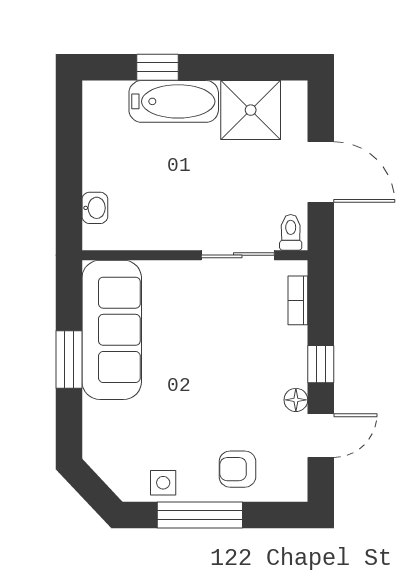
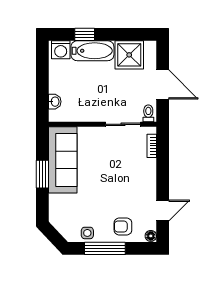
washing machine: (107, 99) -> (61, 50), added
window: (321, 364) -> (163, 176), removed
floor lamp: (296, 400) -> (151, 236), moved

